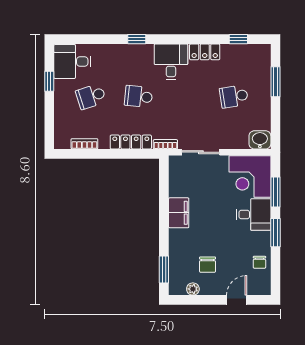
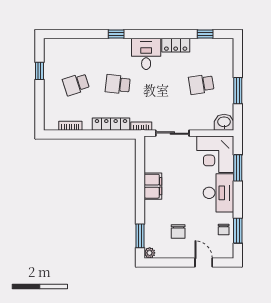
desk: (72, 61) -> (60, 54), removed
window: (275, 82) -> (238, 91), moved
desk: (254, 215) -> (218, 193), width x1.37
window: (275, 233) -> (238, 231), moved
plant: (193, 289) -> (150, 253), moved
door: (237, 300) -> (204, 262), hinge flipped

